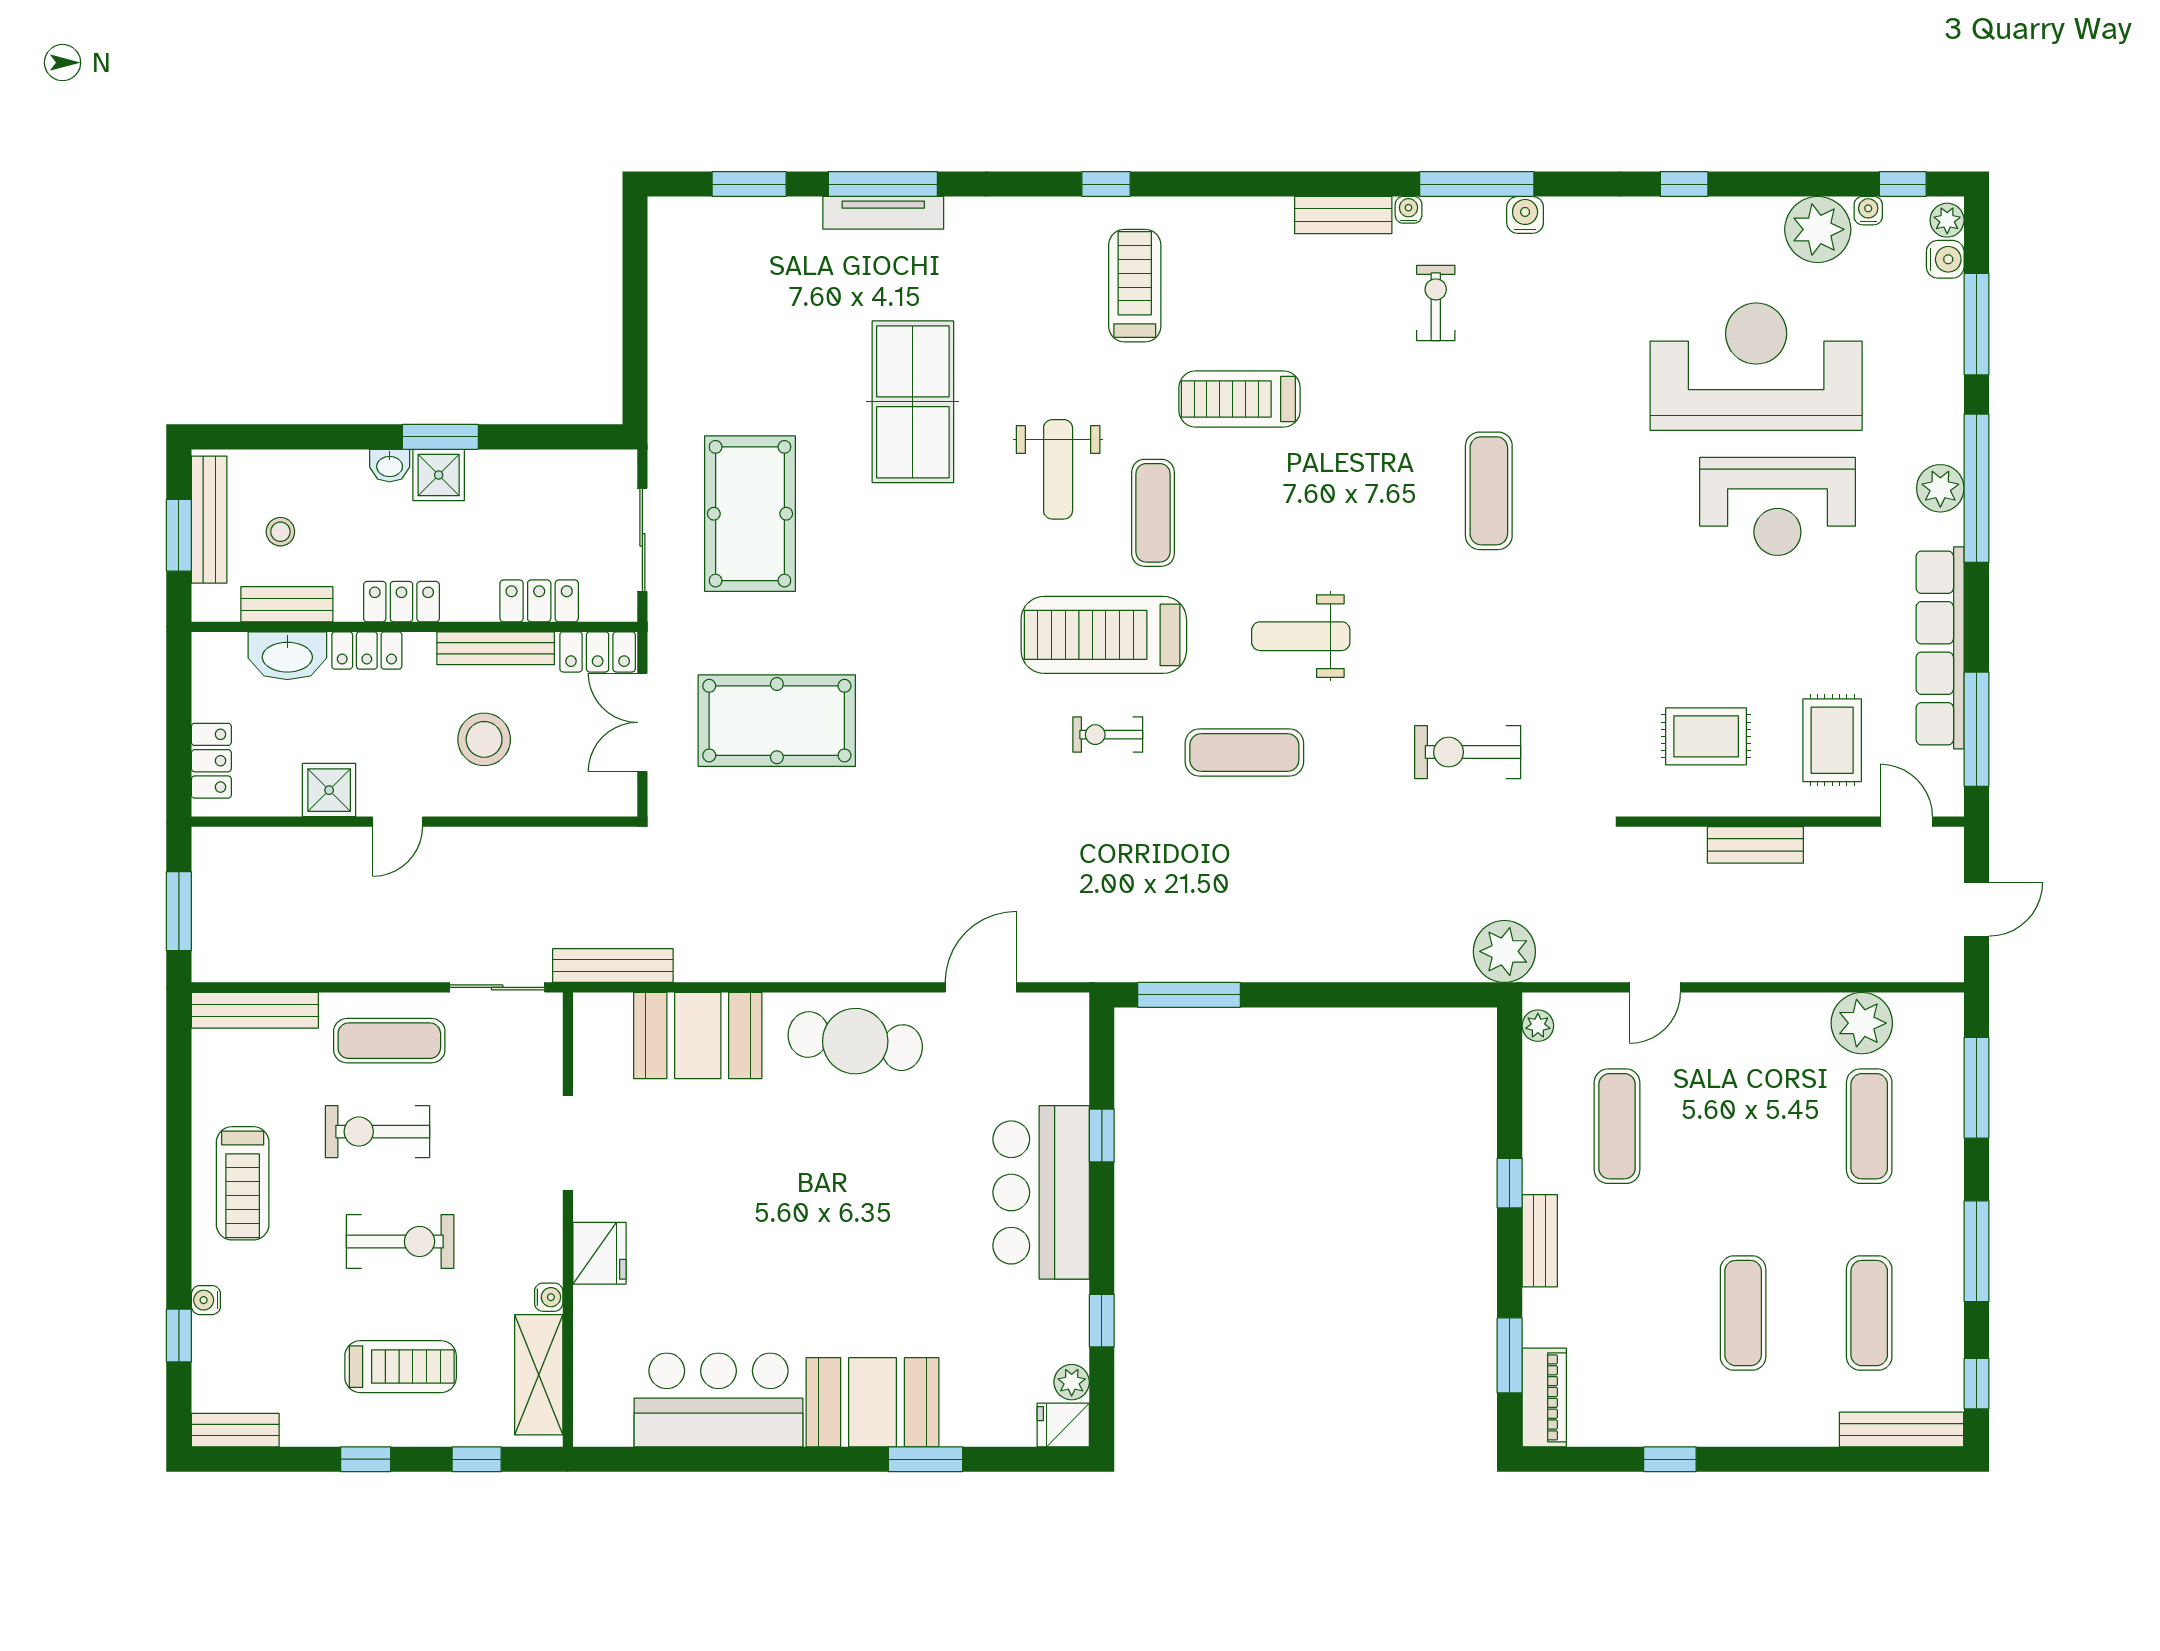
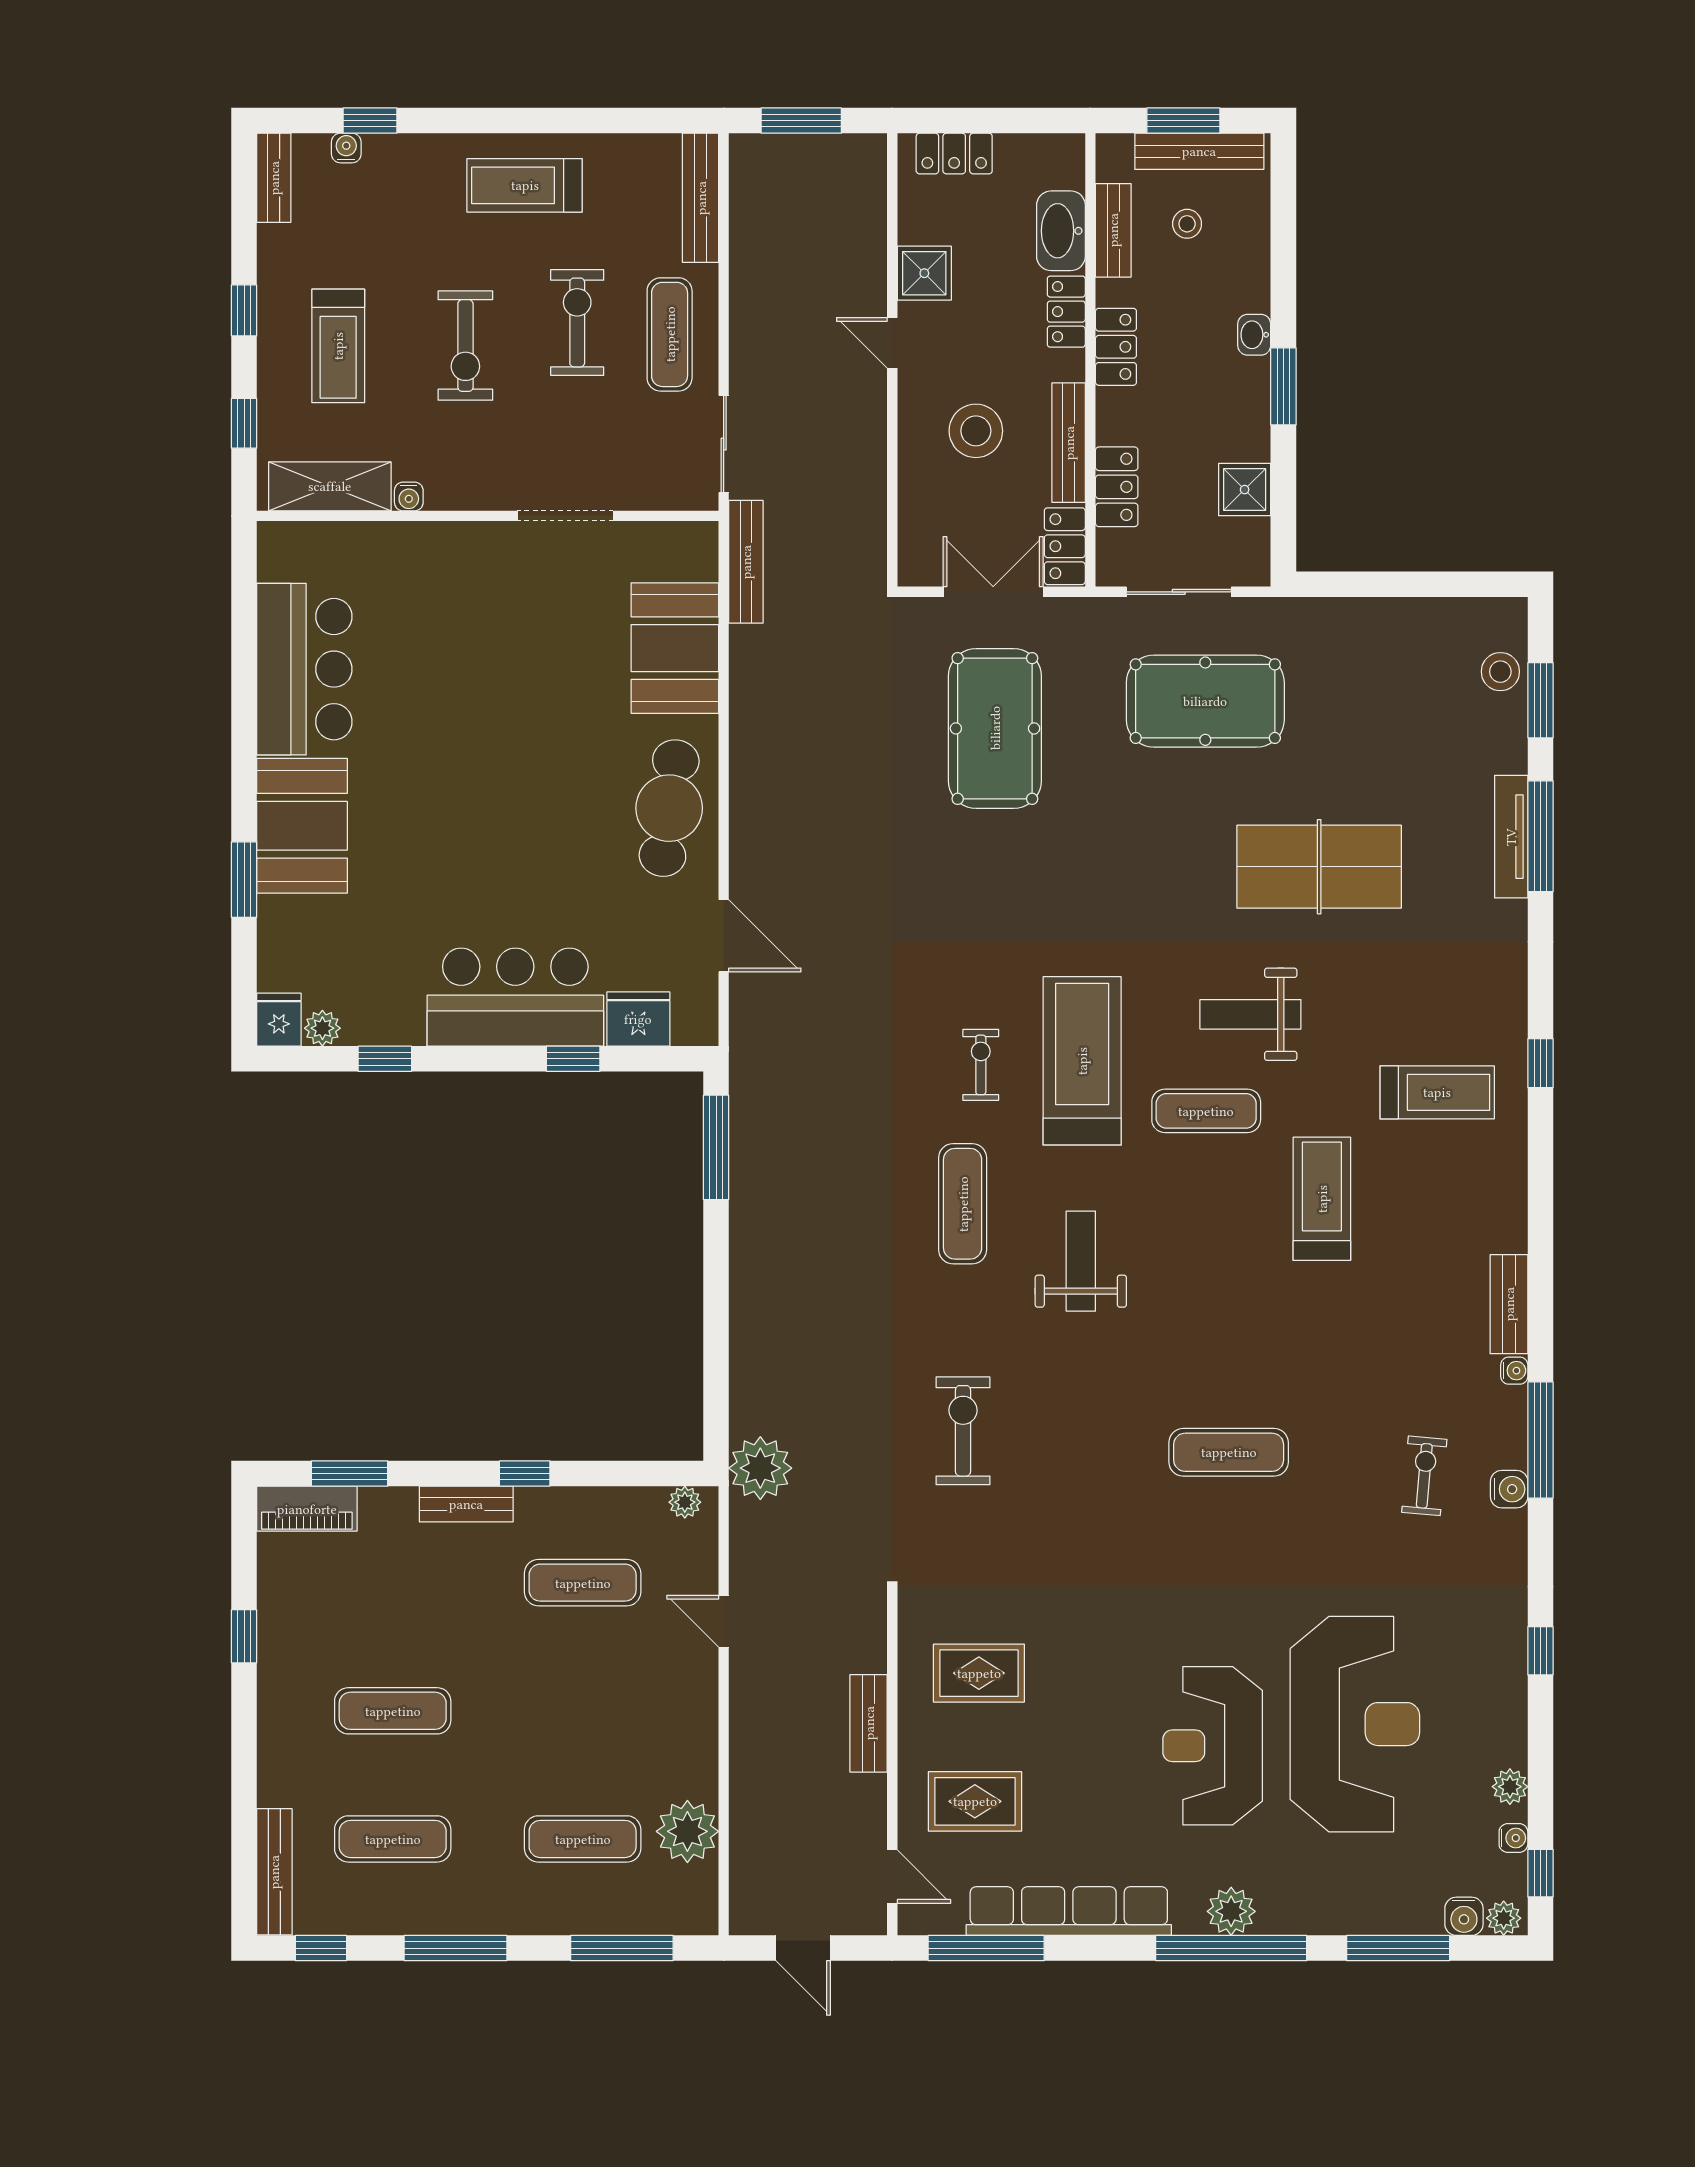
stool: (721, 223) -> (1500, 672), added
plant: (1818, 229) -> (1510, 1787), width x0.53, depth x0.53
exercise bike: (1436, 303) -> (1424, 1476), moved, turned -85
shower: (439, 475) -> (1245, 490), moved
rug: (1706, 736) -> (979, 1673), turned 90
door: (1906, 822) -> (892, 1877), hinge flipped
fridge: (599, 1253) -> (638, 1019), moved, turned 180
water cooler: (206, 1300) -> (346, 148), moved

